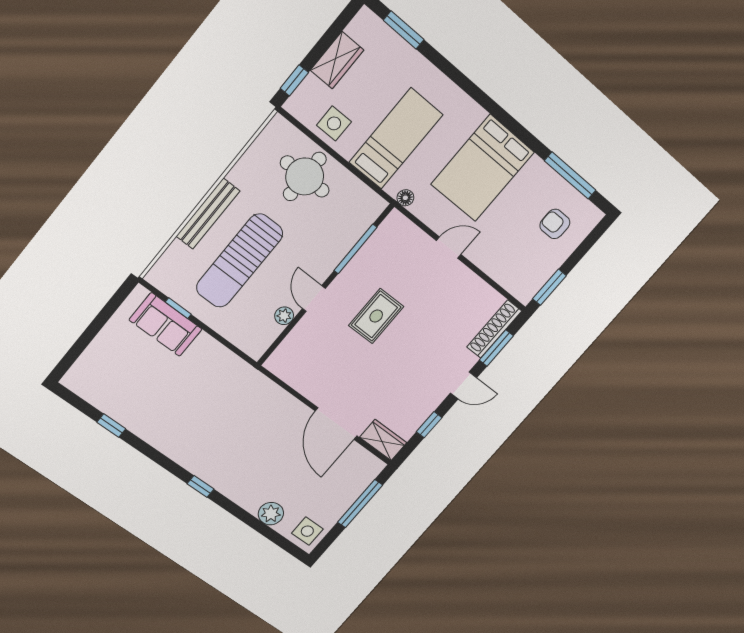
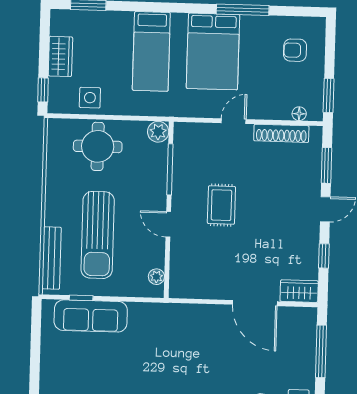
bed: (396, 139) -> (151, 51), moved, turned 180
window: (570, 175) -> (243, 10), moved
floor lamp: (405, 198) -> (299, 114), moved
plant: (372, 206) -> (158, 132), added
bench: (208, 214) -> (52, 258), moved
plant: (284, 316) -> (156, 277), moved
sofa: (166, 325) -> (91, 316), width x1.36
shoe rack: (494, 329) -> (281, 133), moved, turned -90

